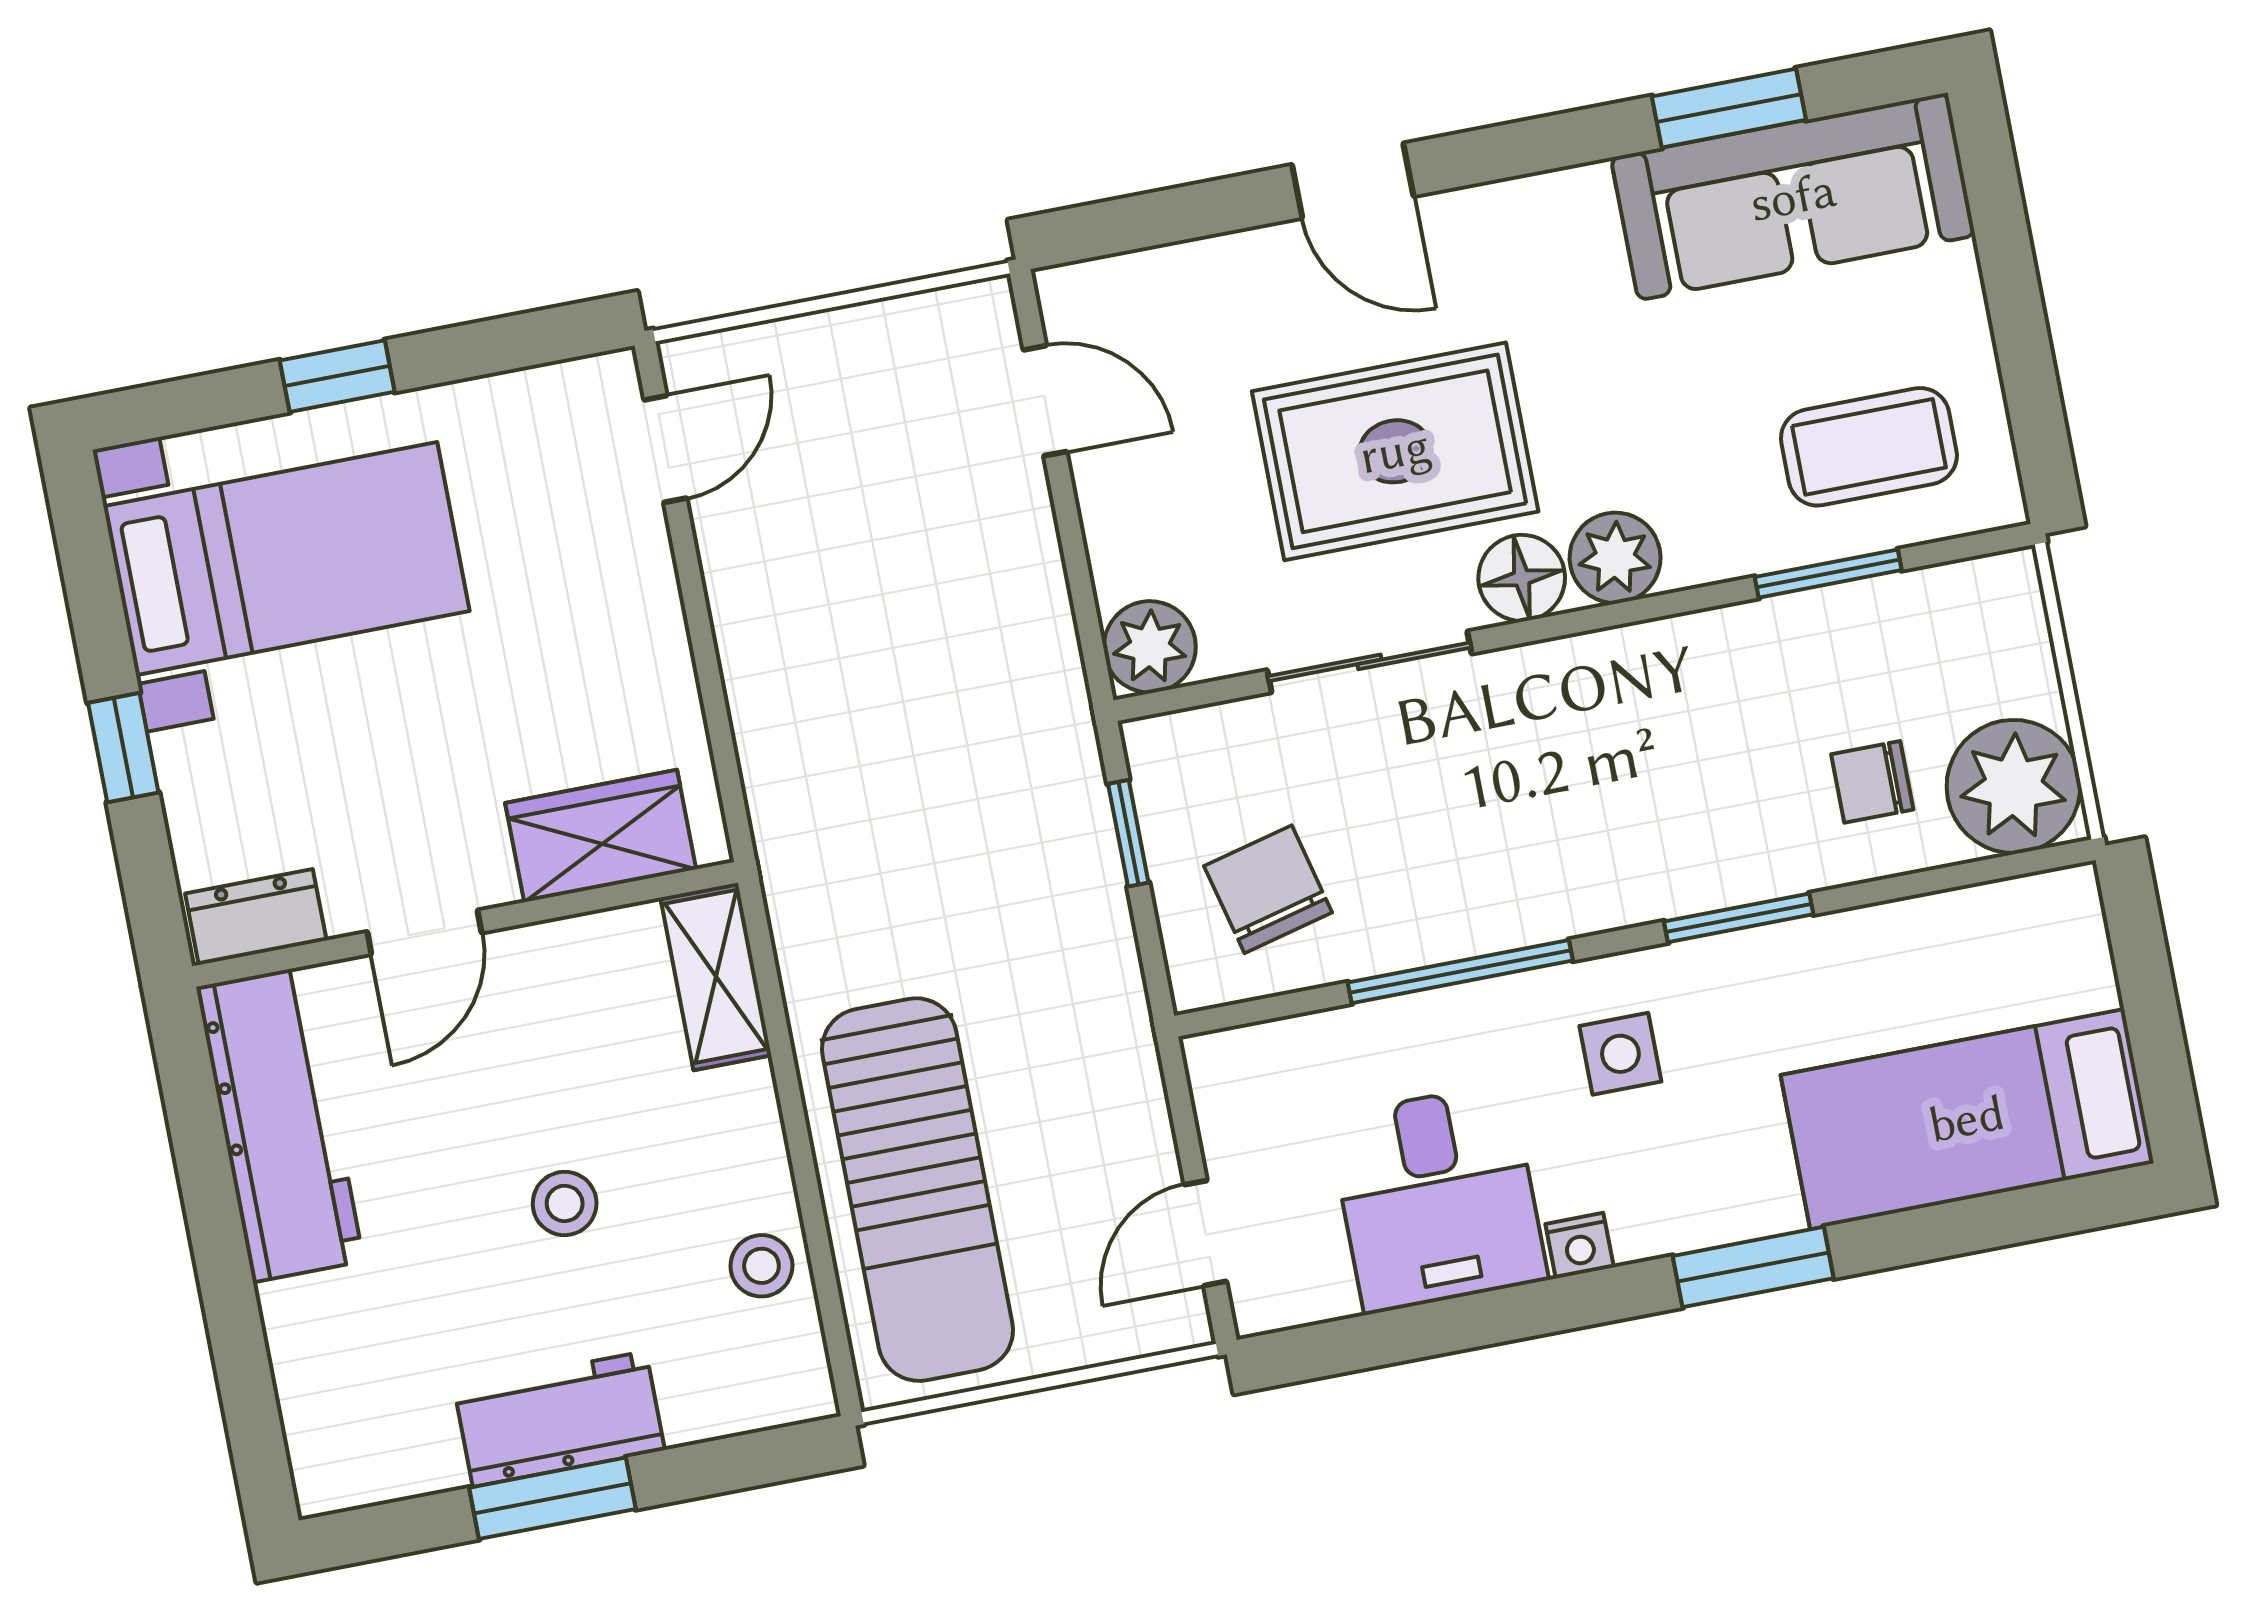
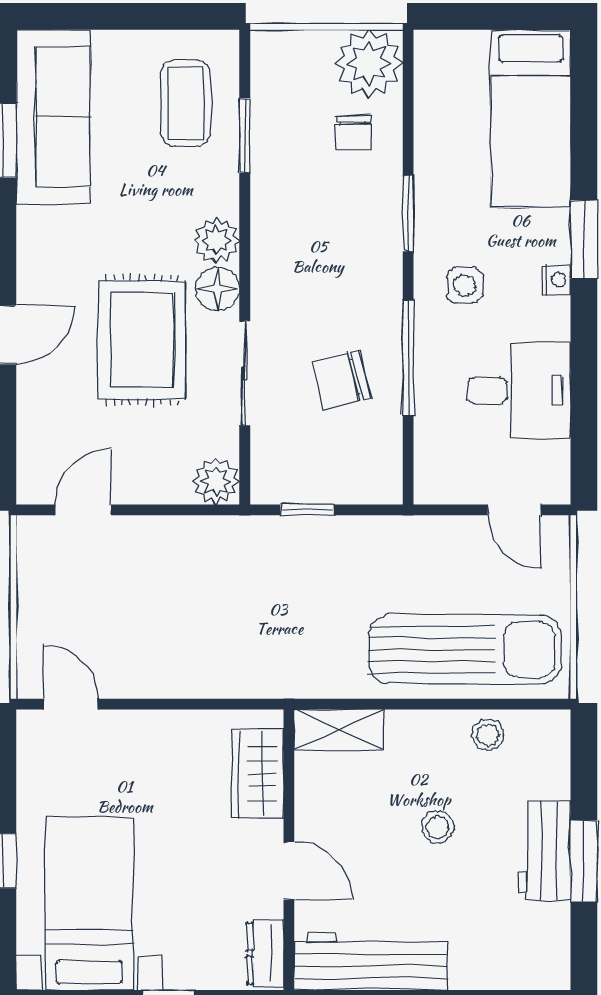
chair: (1268, 889) -> (341, 380), moved
nightstand: (1580, 1246) -> (556, 280), moved

